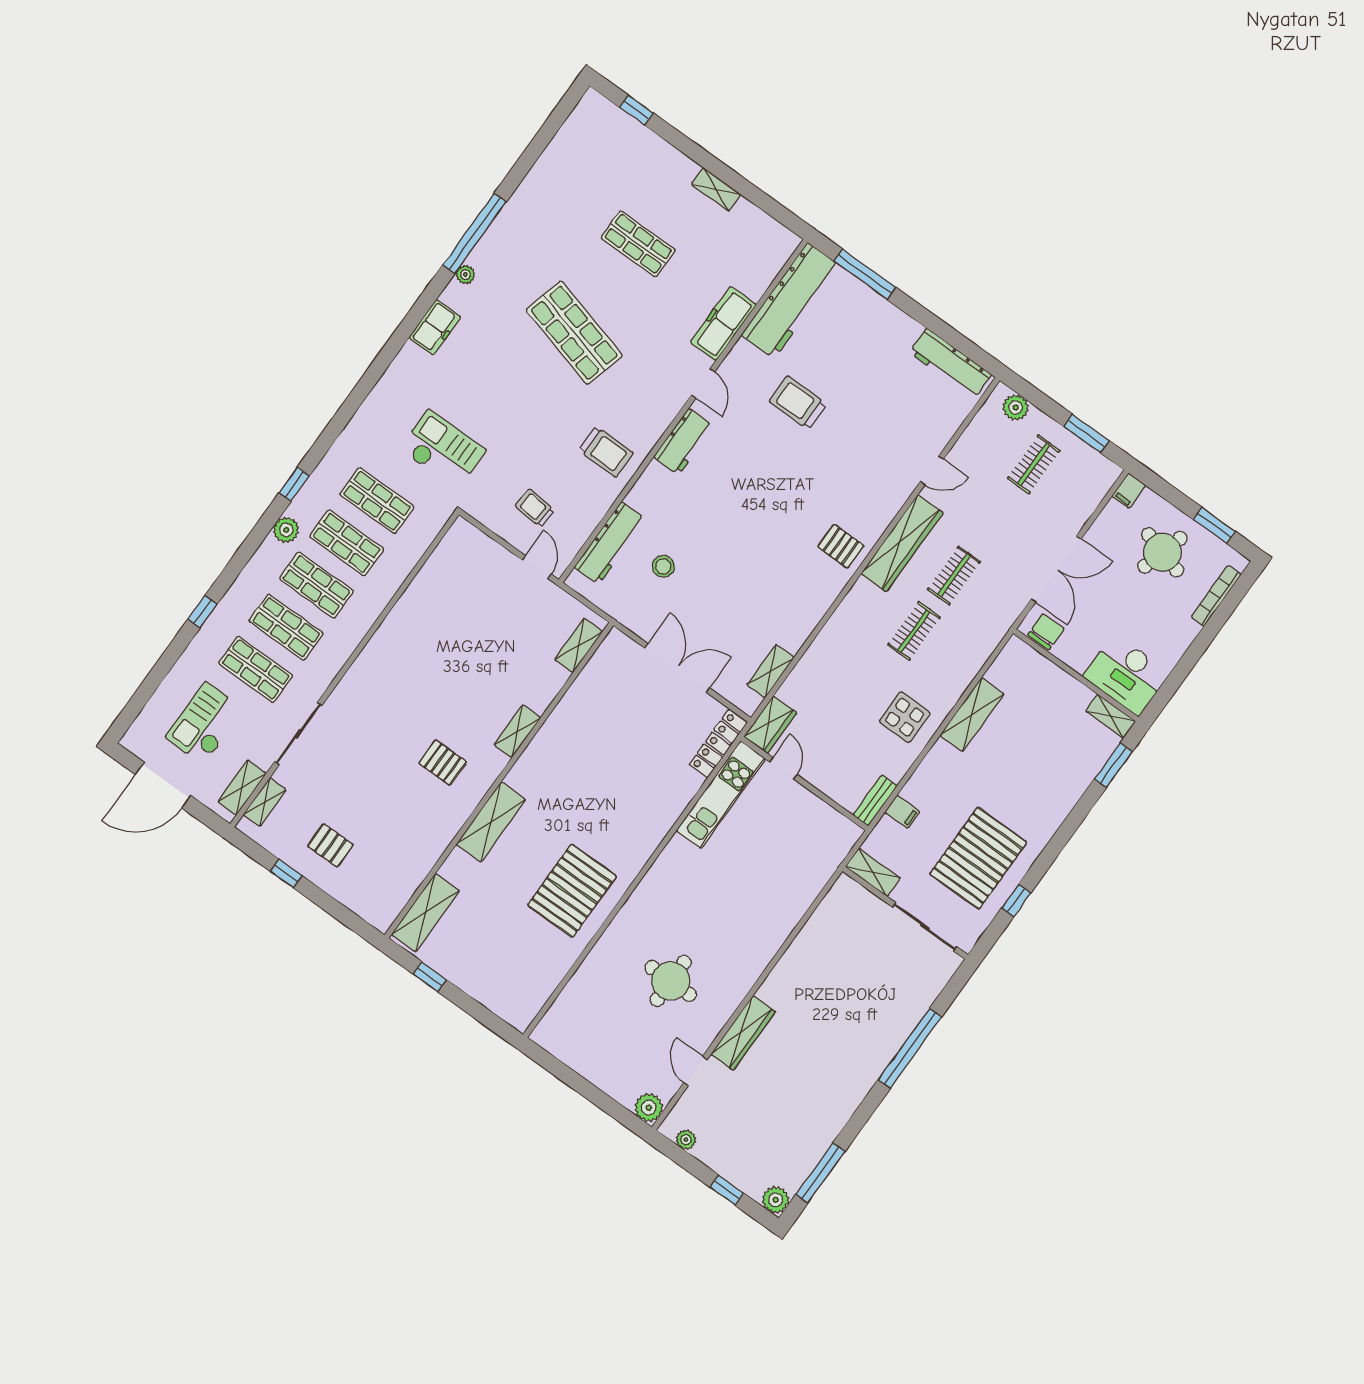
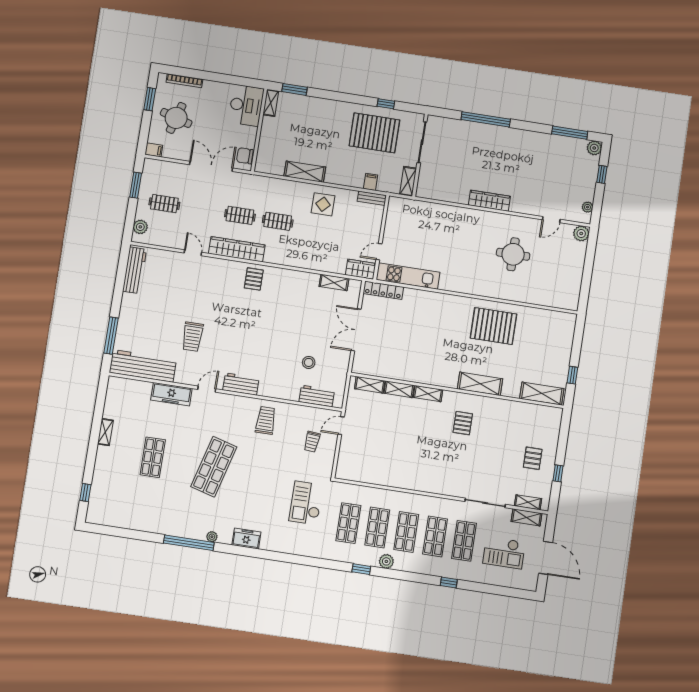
workbench: (610, 543) -> (317, 396), width x0.73
shelving: (548, 689) -> (399, 389), added
wardrobe: (743, 1033) -> (489, 201), moved

